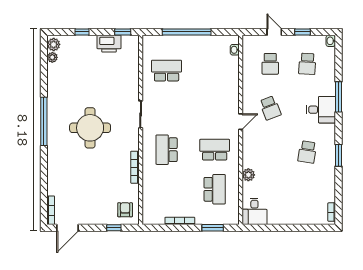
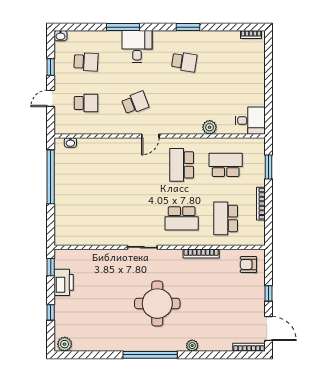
window: (187, 32) -> (51, 177), moved
plant: (52, 57) -> (192, 346), moved
school desk: (167, 71) -> (226, 218), moved
door: (241, 122) -> (150, 136), swing flipped
window: (114, 228) -> (269, 293), moved

